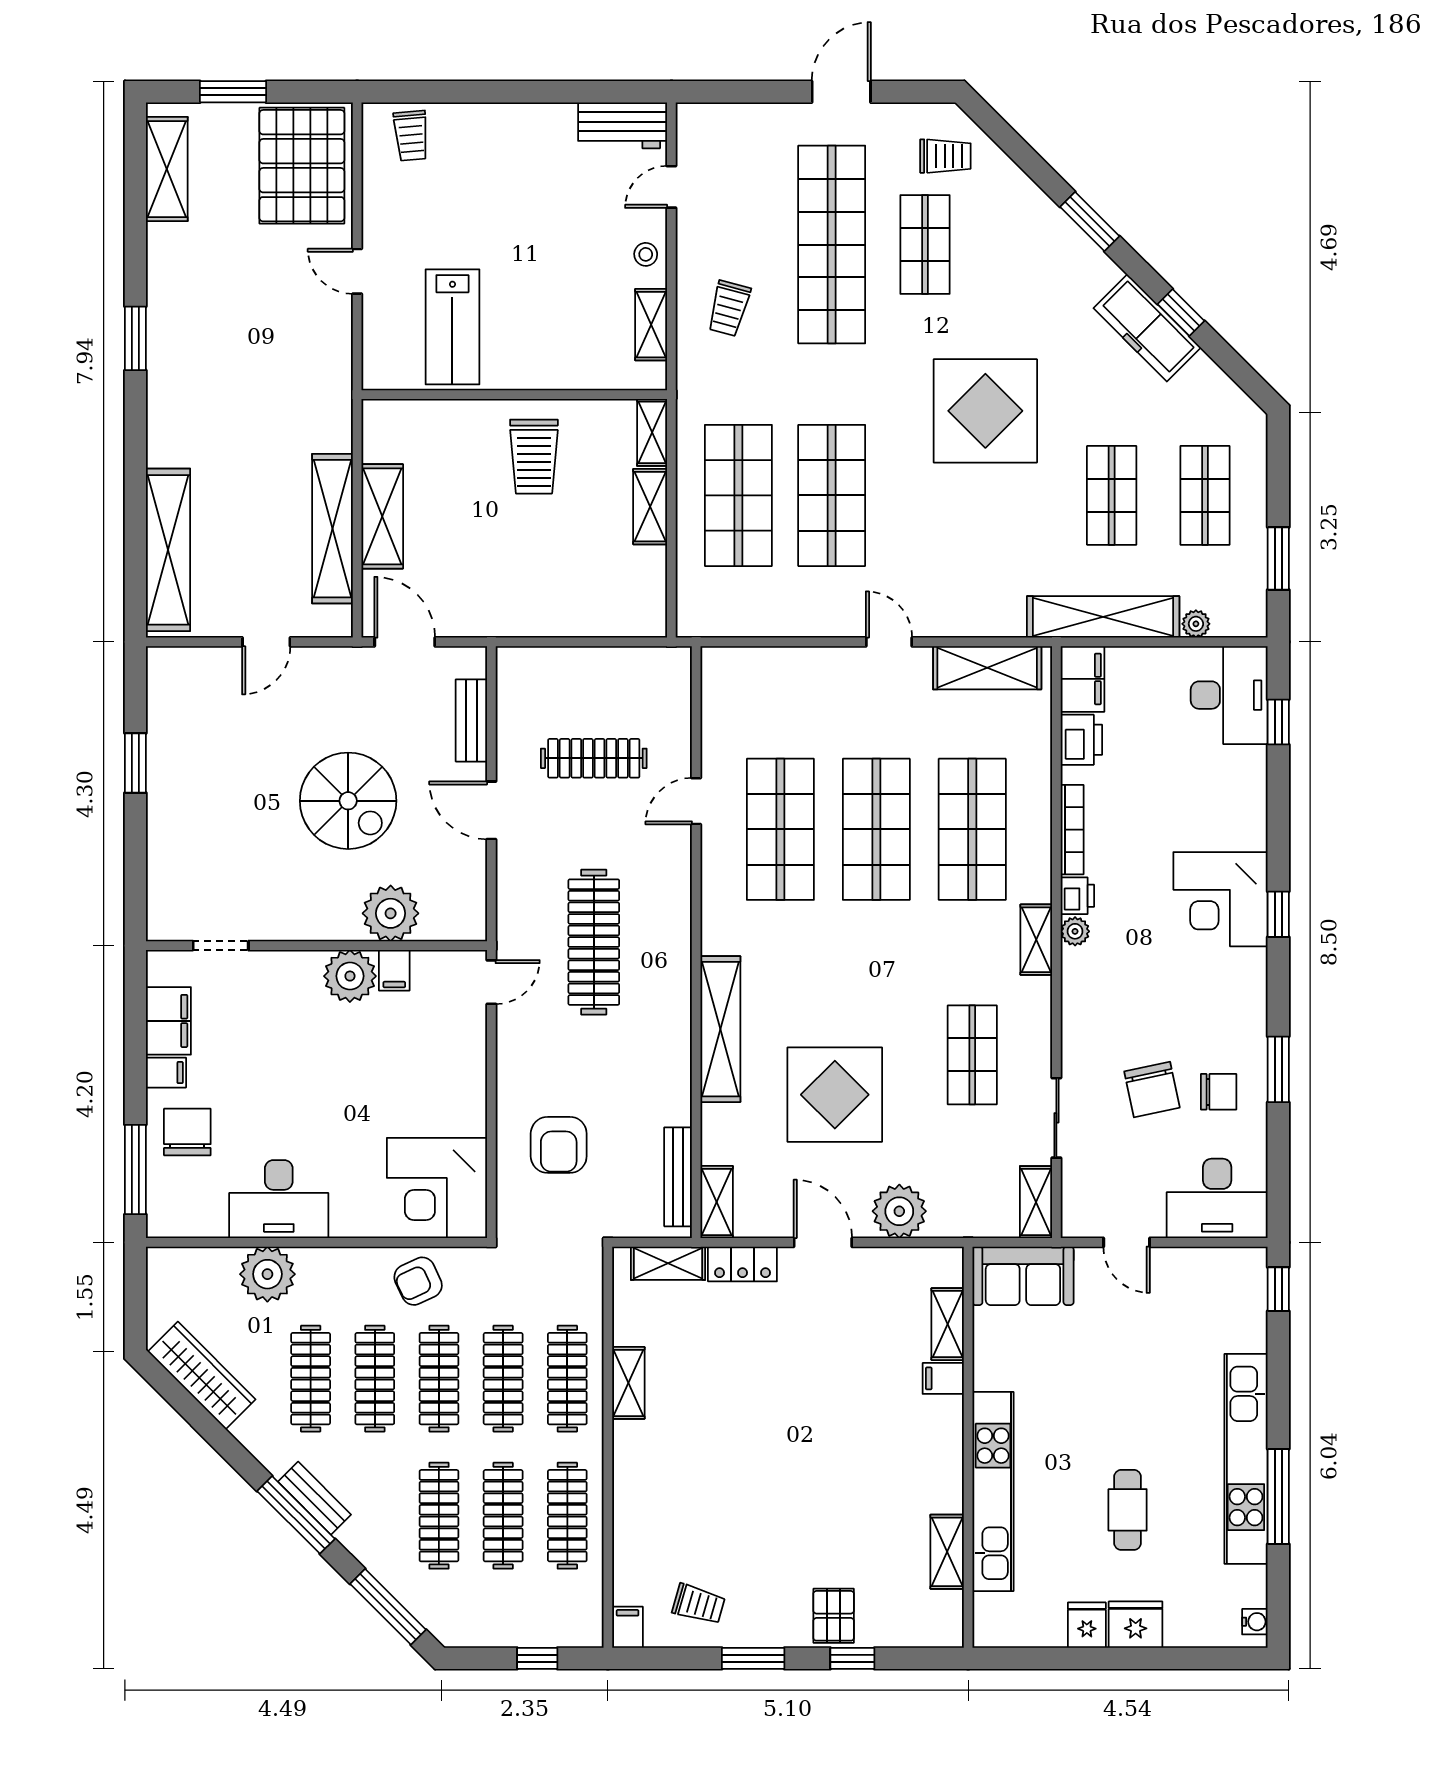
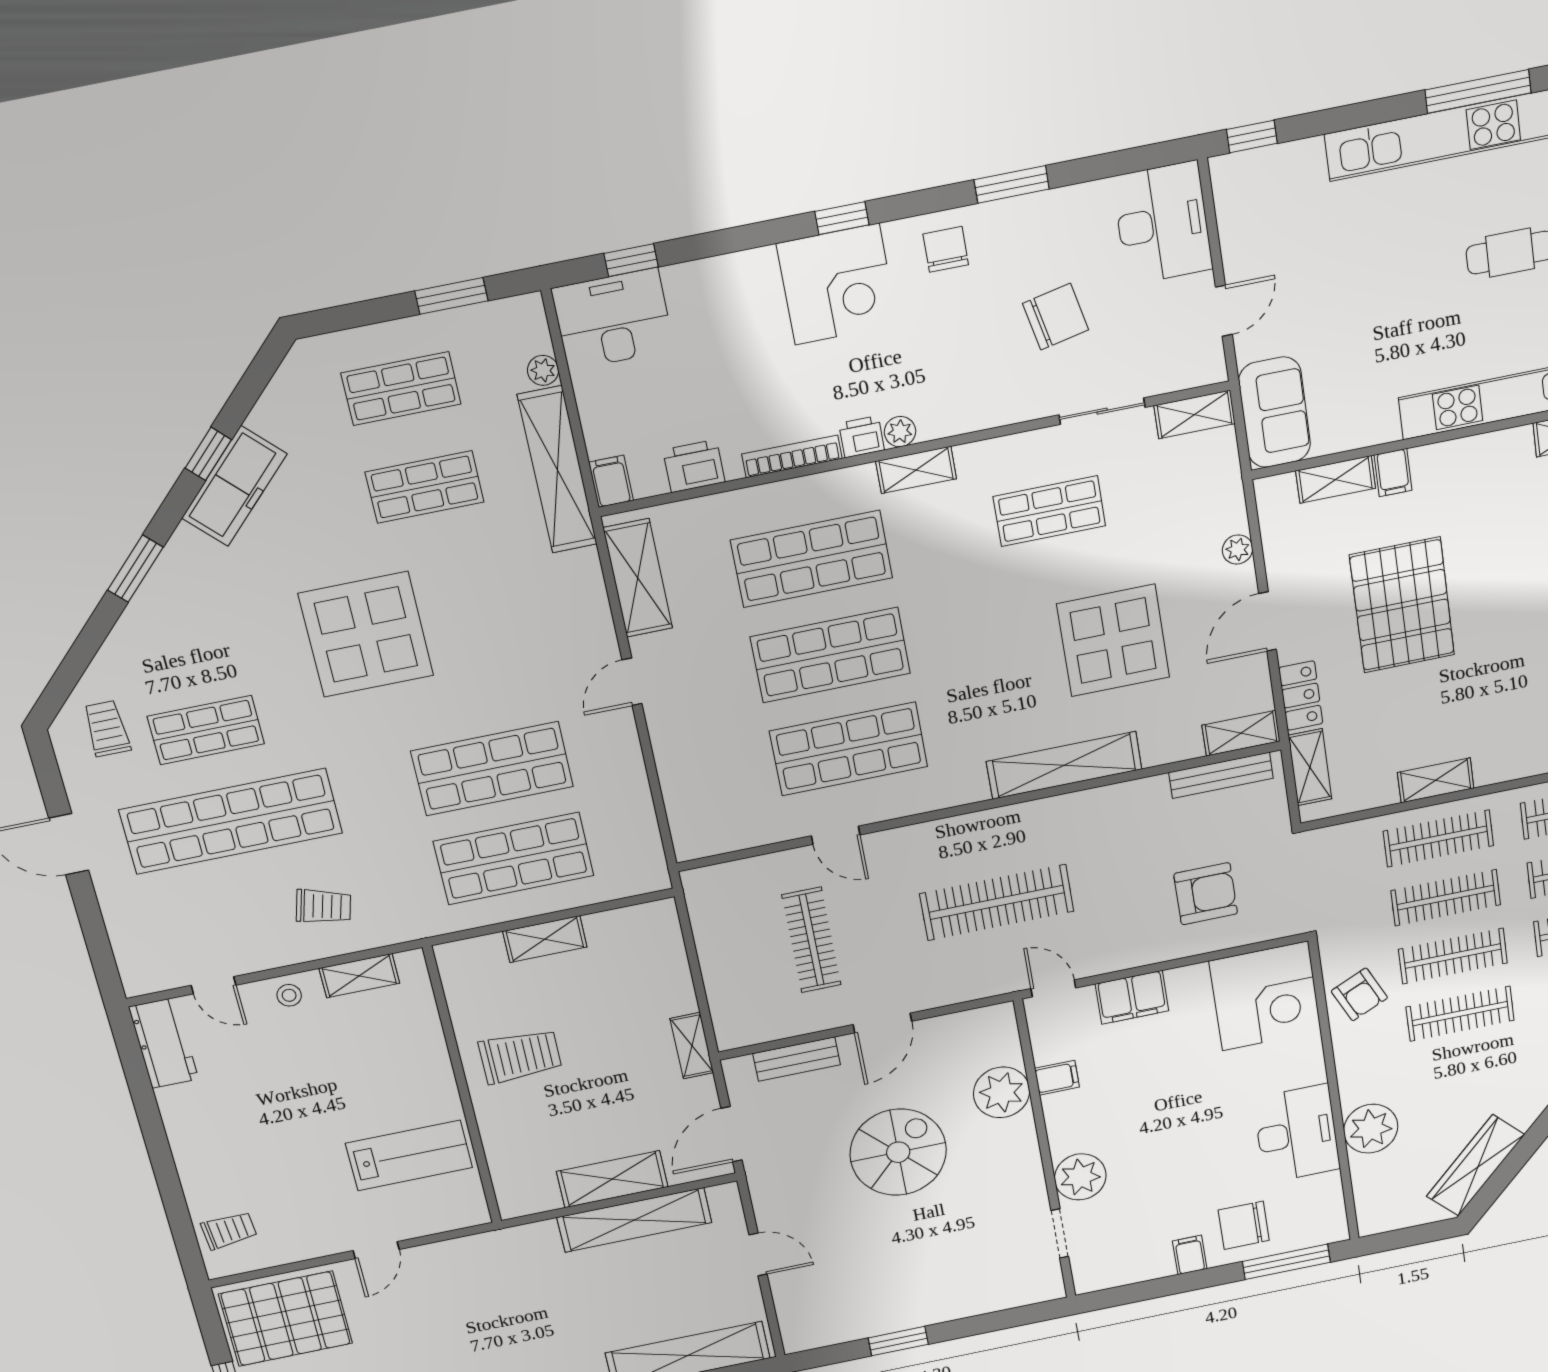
shelving: (652, 432) -> (692, 1046), moved, turned 90
filing cabinet: (1083, 679) -> (611, 481), width x0.50
plant: (350, 976) -> (1080, 1177), moved
filing cabinet: (168, 1021) -> (1132, 997), moved, turned 180
chair: (1219, 1092) -> (946, 249), moved
plant: (899, 1211) -> (1238, 549), width x0.53, depth x0.53
pallet: (812, 1371) -> (1402, 605), added
clothes rail: (311, 1379) -> (1467, 1070), removed

